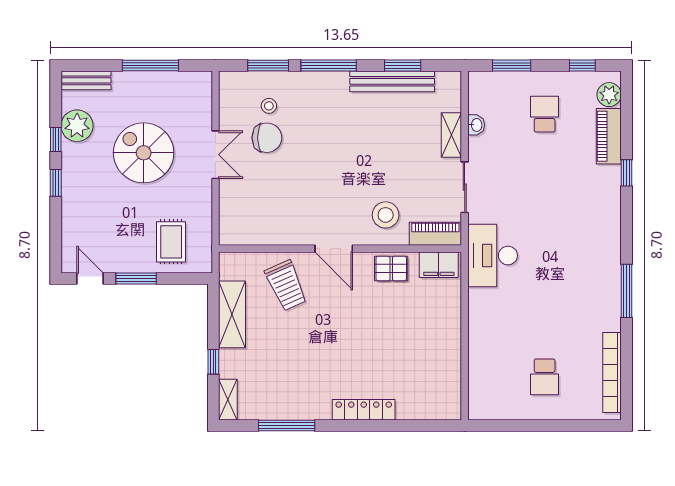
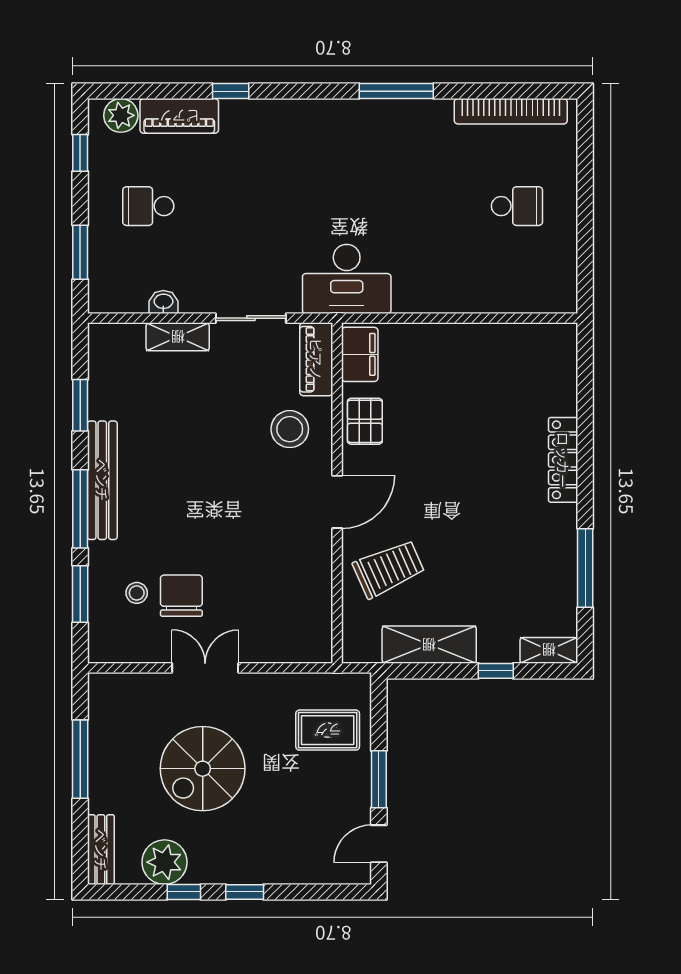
bench: (392, 81) -> (102, 480), moved

